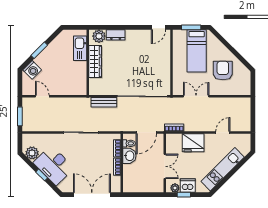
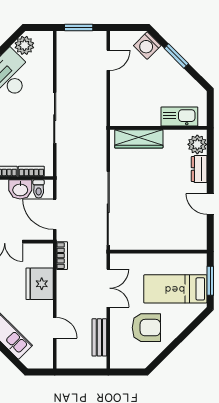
door: (158, 27) -> (210, 204), moved
wardrobe: (95, 62) -> (139, 139), moved
bench: (104, 102) -> (99, 337), moved

